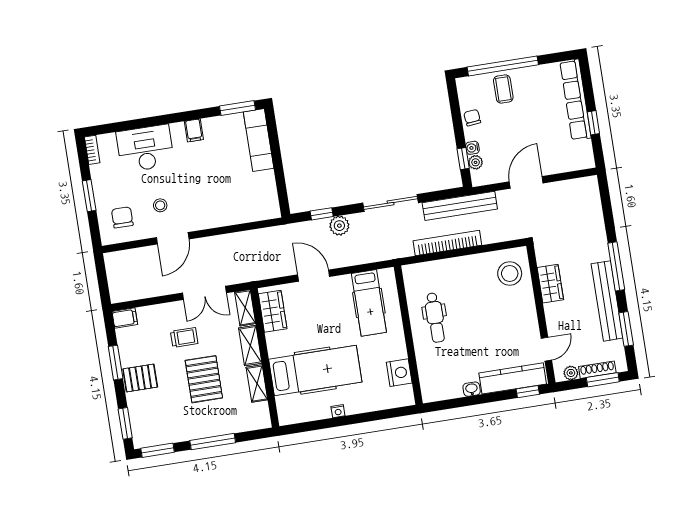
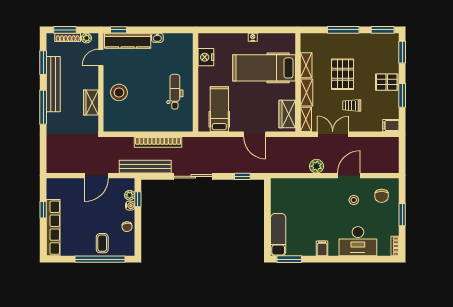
plant: (339, 226) -> (316, 166), moved
stool: (510, 274) -> (119, 92), moved

